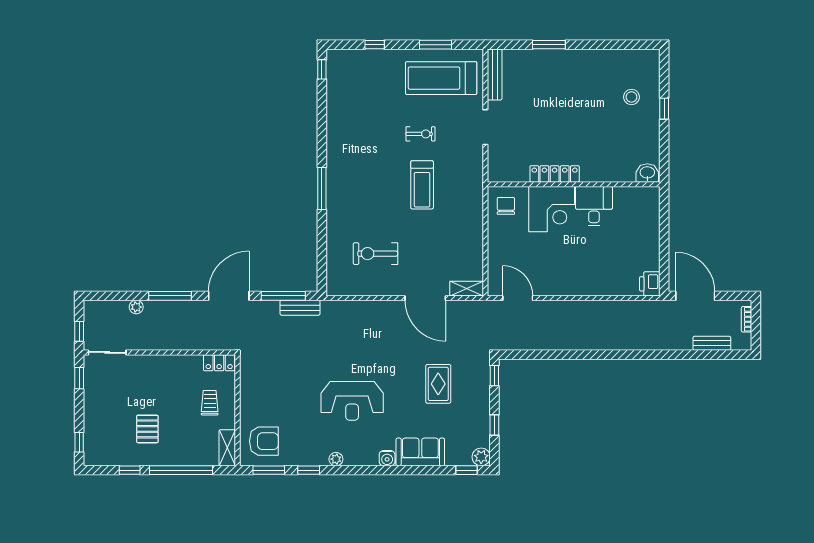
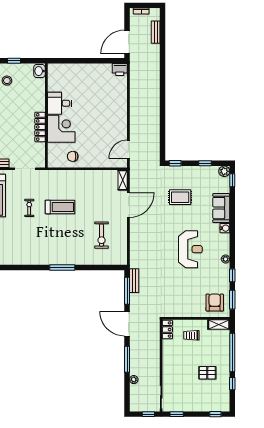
washbasin: (647, 173) -> (39, 71), moved
locker: (555, 174) -> (40, 127), moved
wall: (574, 184) -> (46, 115), moved
desk: (594, 206) -> (59, 103), moved
corner desk: (552, 209) -> (61, 129), moved

